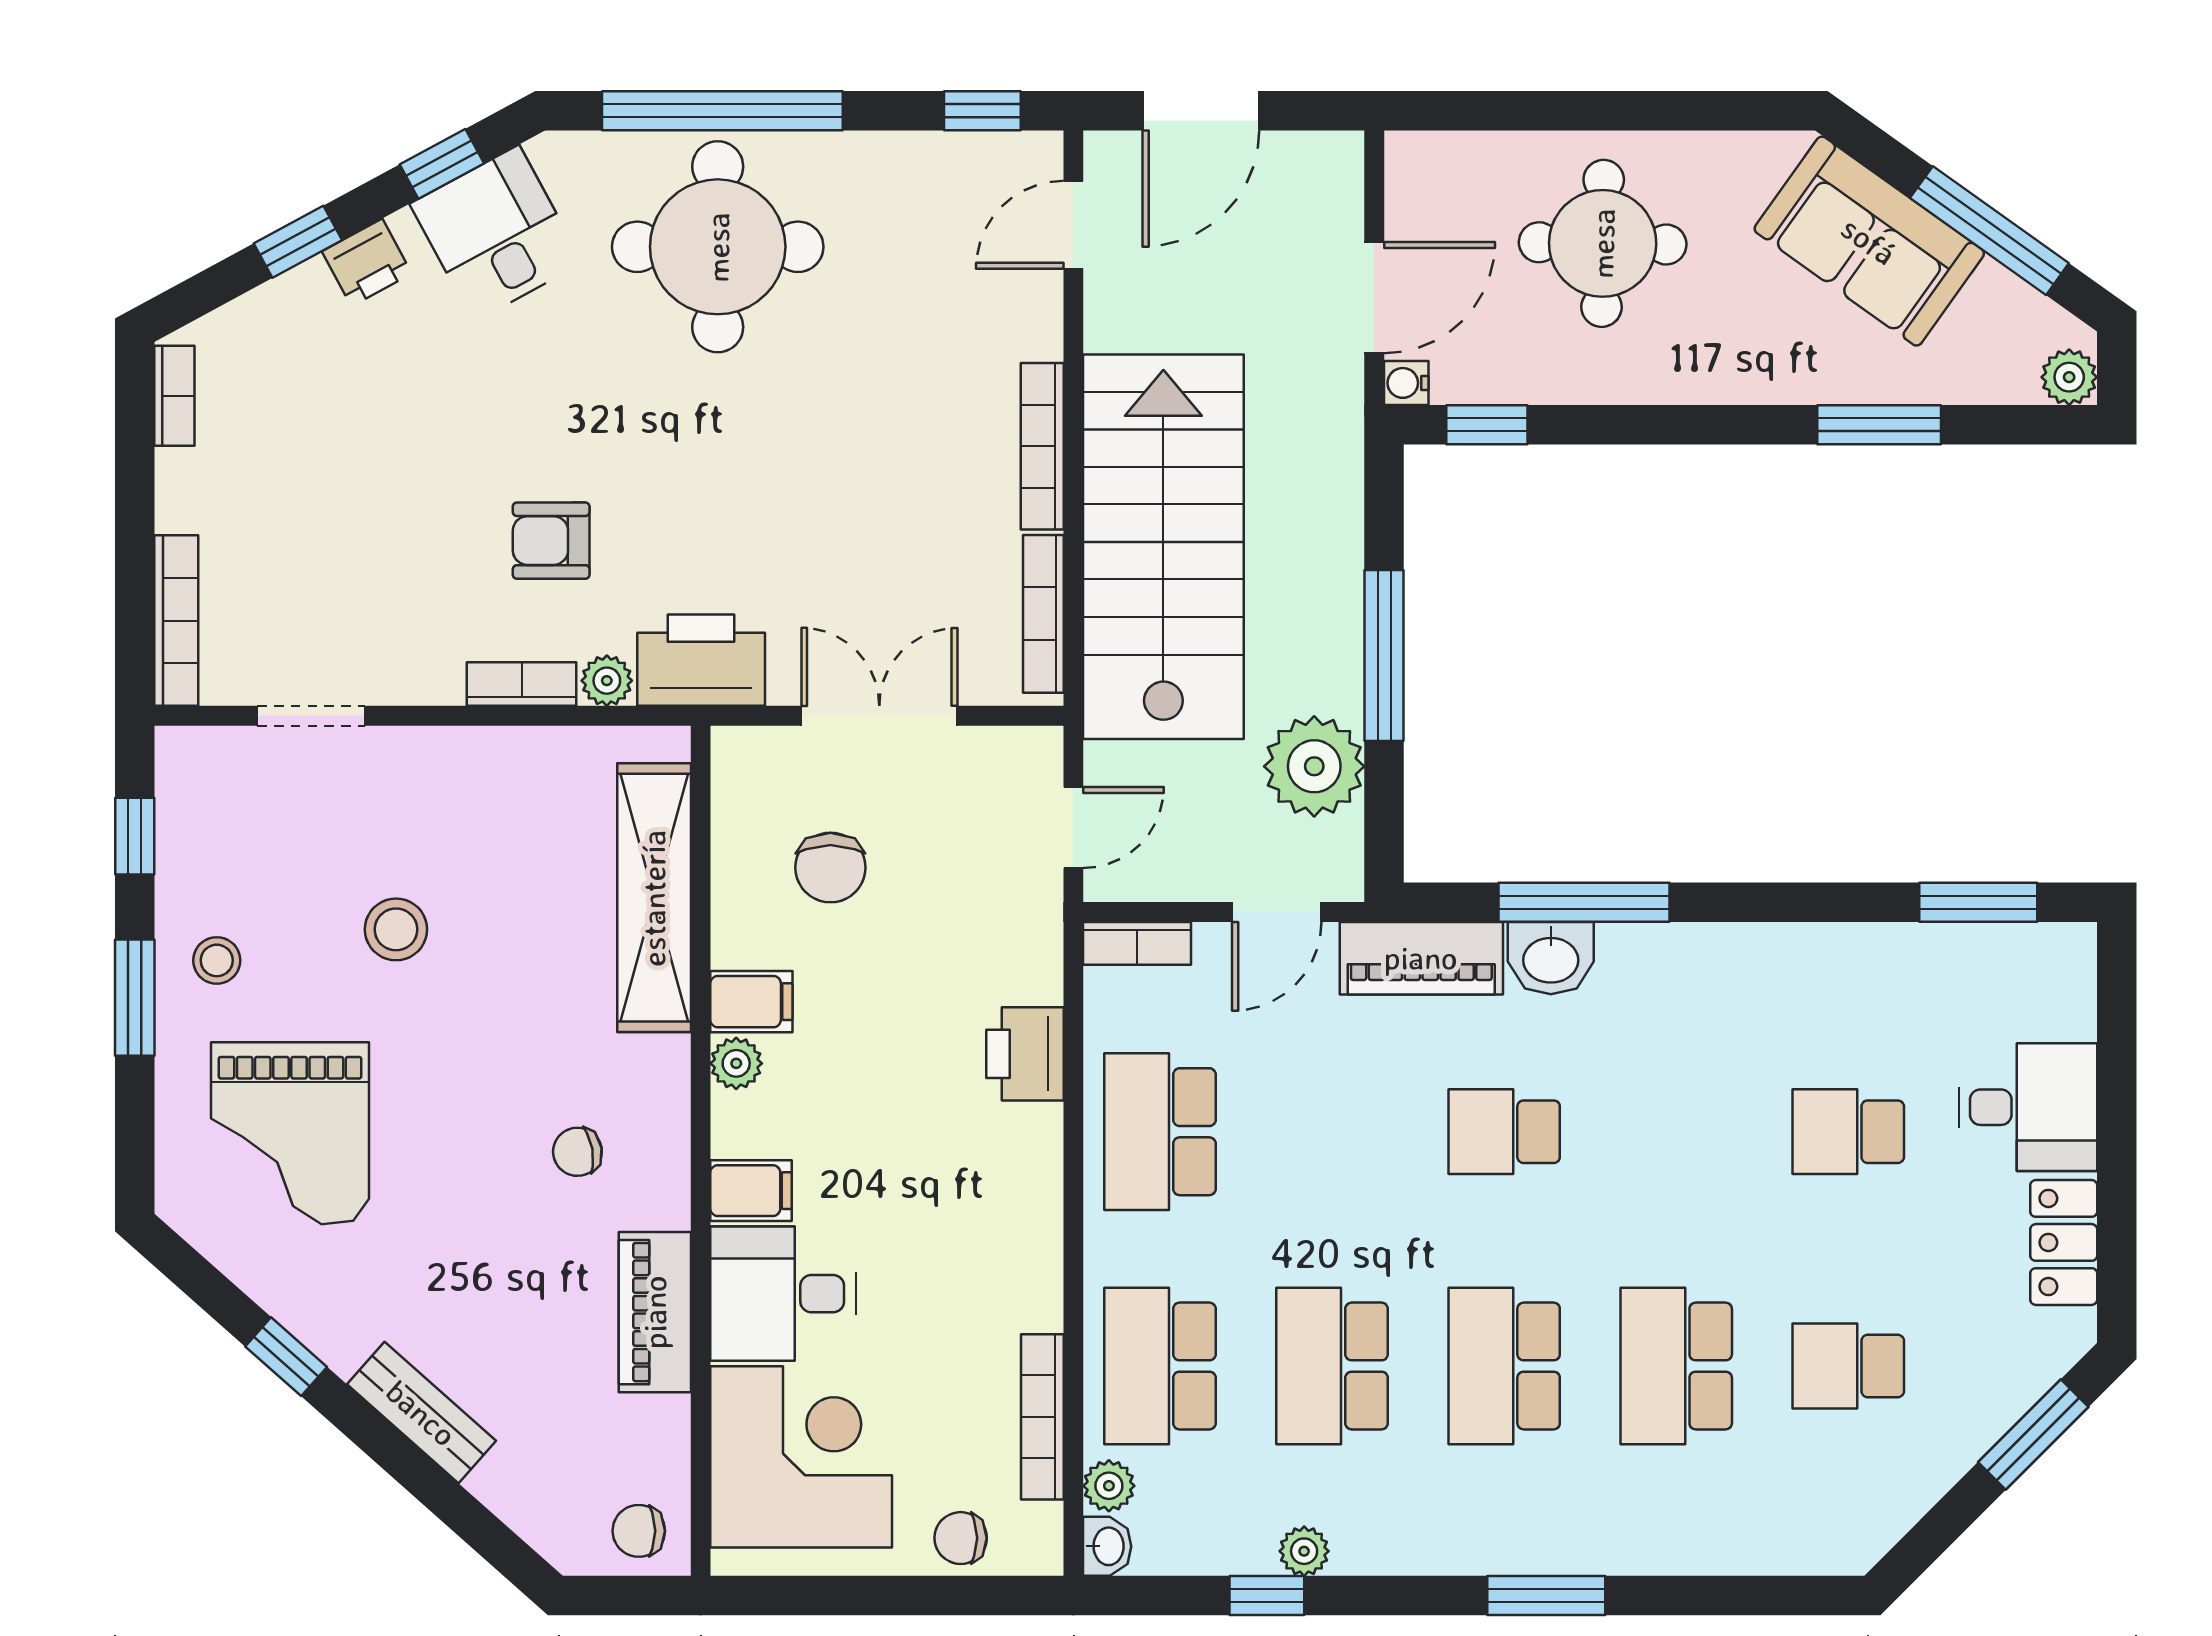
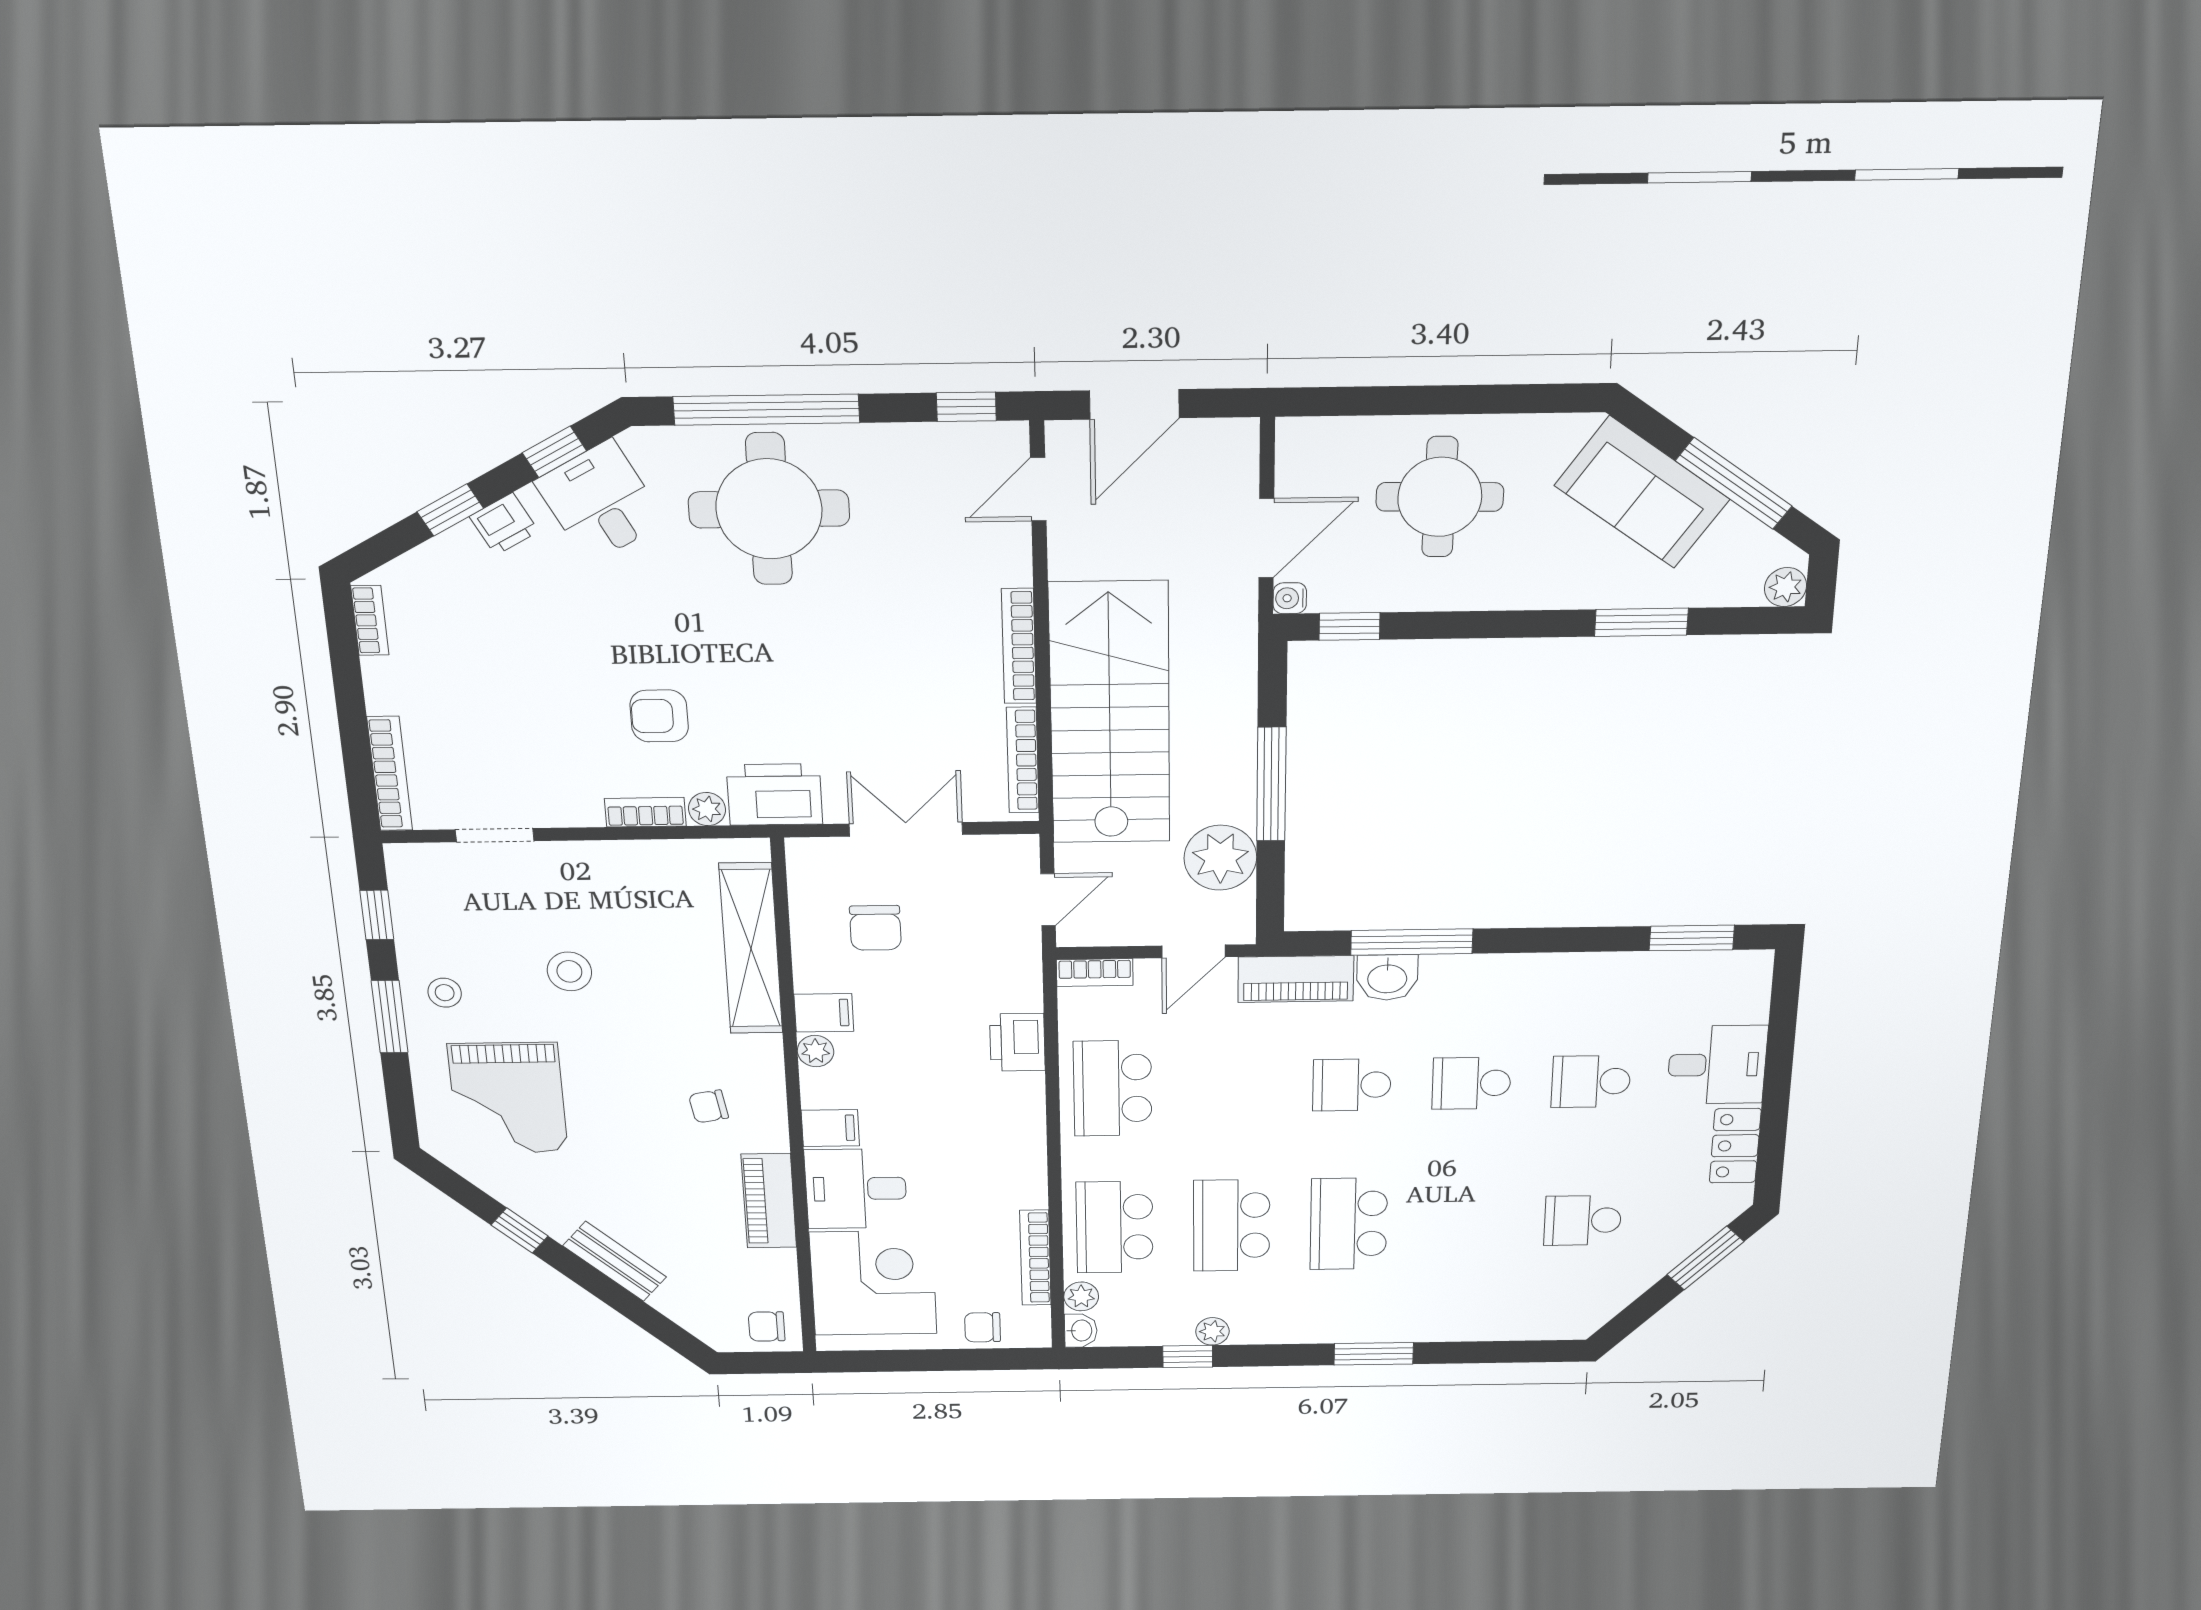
school desk: (1676, 1366) -> (1471, 1083), moved, width x0.54

